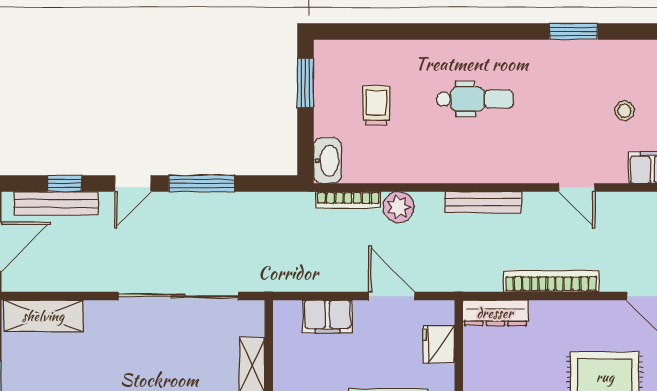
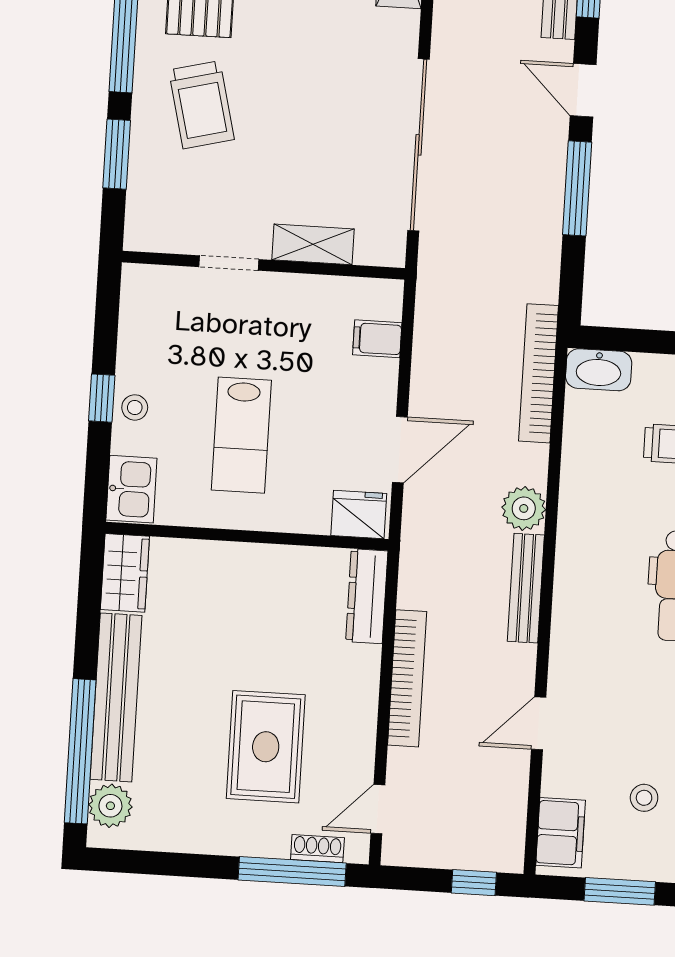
bookcase: (348, 200) -> (539, 373), width x1.48, depth x1.31
plant: (398, 207) -> (524, 508), moved
filing cabinet: (328, 317) -> (377, 339), width x0.50
fridge: (439, 344) -> (359, 514), moved

